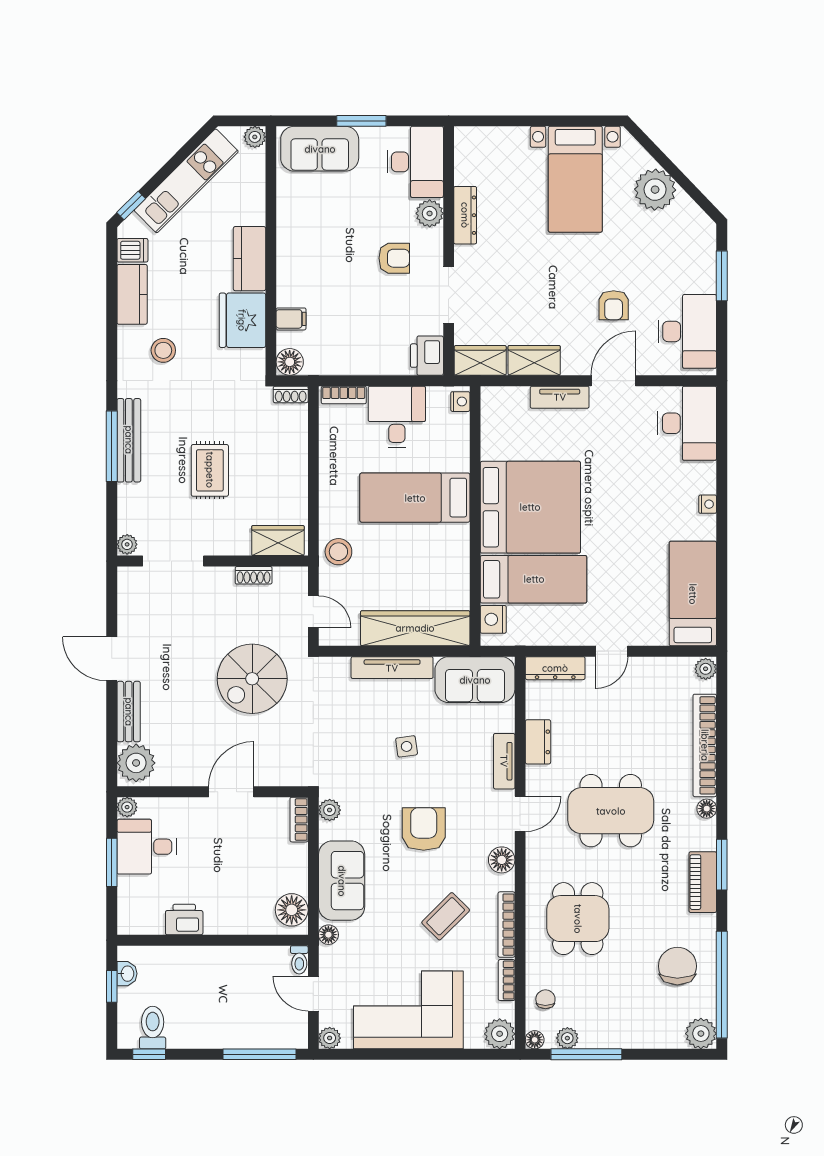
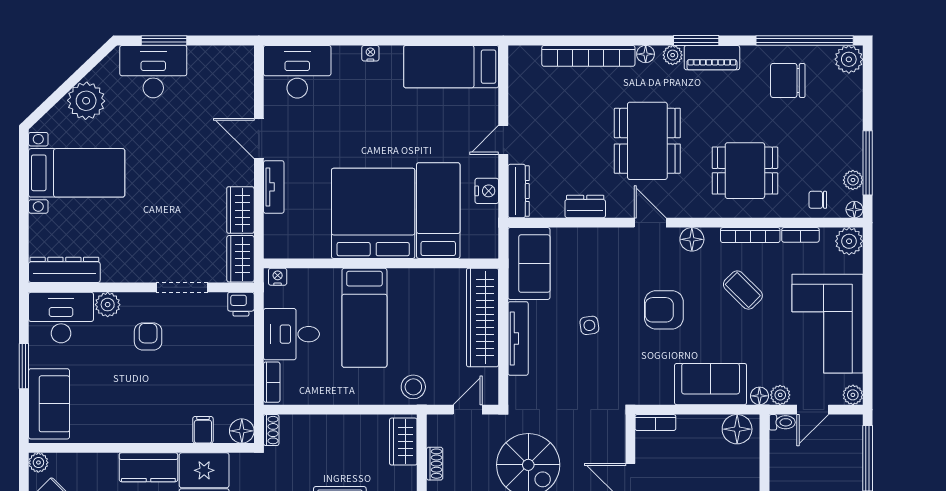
dresser: (465, 215) -> (64, 270), moved, width x1.37, depth x1.24
armchair: (614, 305) -> (191, 138), removed
desk: (687, 331) -> (153, 72), moved
printer: (427, 356) -> (241, 304), width x0.73, depth x0.81
nightstand: (493, 619) -> (487, 191), moved, turned -90
door: (612, 651) -> (503, 140), swing flipped
plant: (706, 669) -> (673, 55), moved
tv unit: (504, 761) -> (603, 237), removed
plant: (330, 810) -> (780, 395), moved

